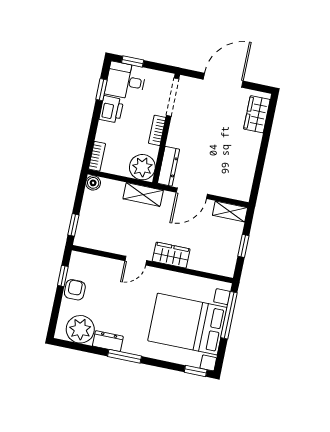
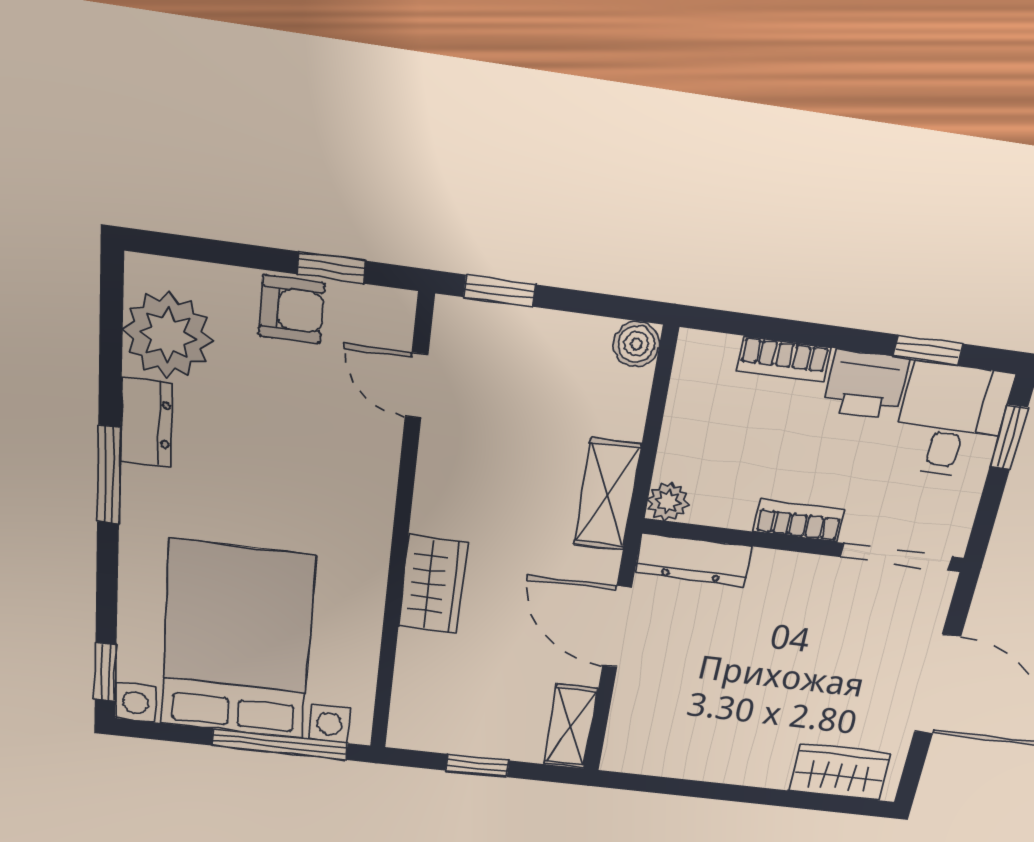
bookcase: (97, 156) -> (784, 359), moved
plant: (142, 167) -> (668, 502), width x0.53, depth x0.53
door: (136, 261) -> (416, 385), moved

